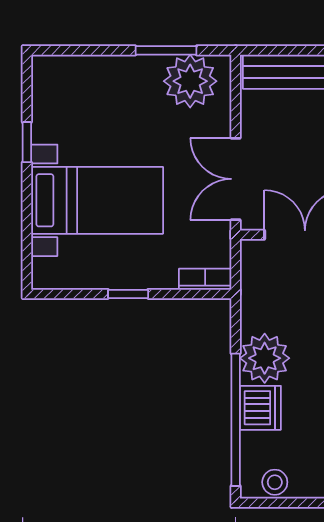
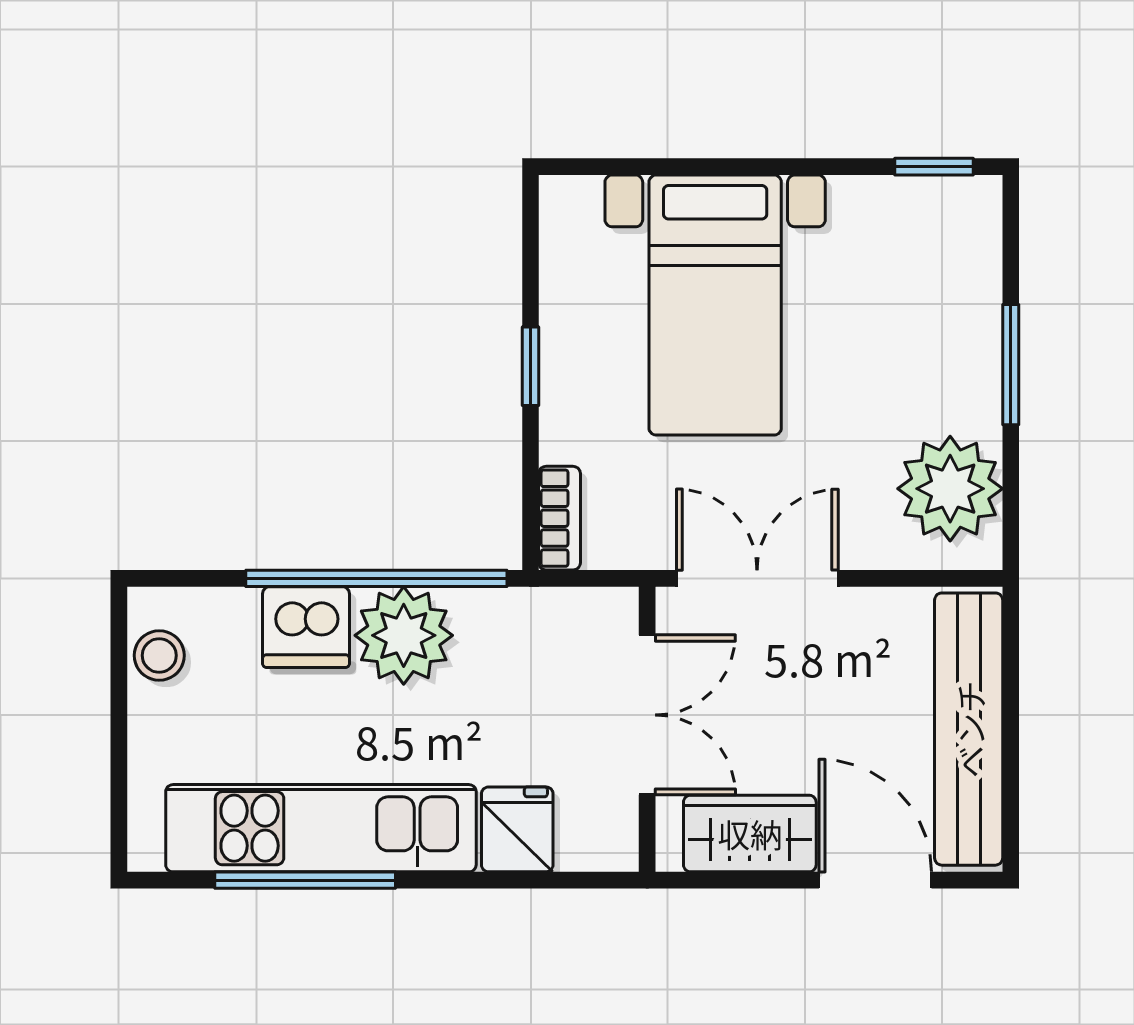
window: (166, 50) -> (1011, 365), moved
window: (27, 142) -> (934, 167), moved
window: (236, 420) -> (376, 578), moved

